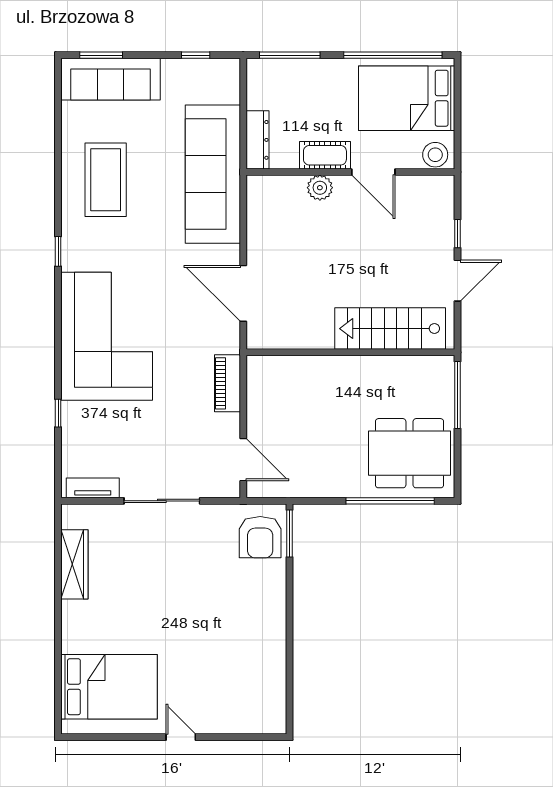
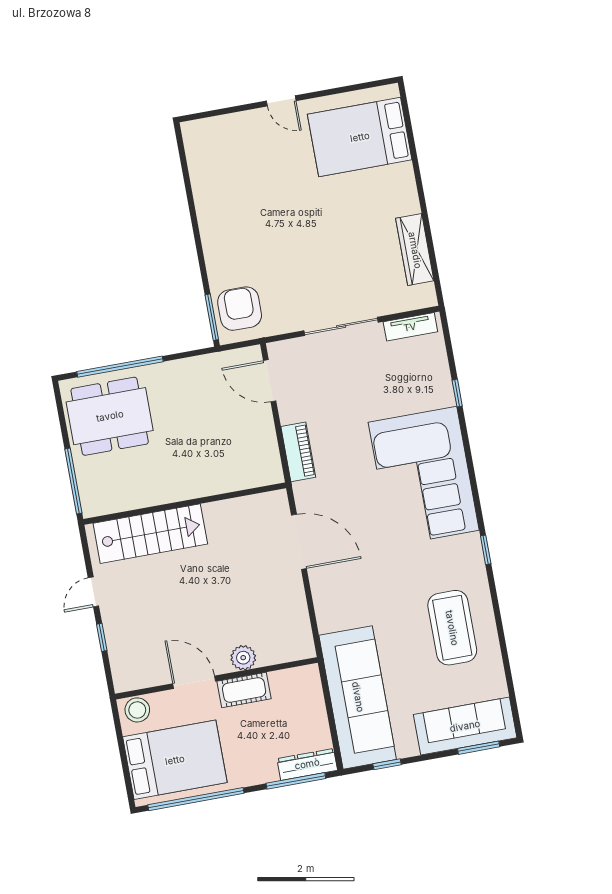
dresser: (258, 140) -> (307, 764), moved, turned 90
sofa: (213, 174) -> (358, 697), moved
door: (458, 281) -> (93, 592), width x0.73

